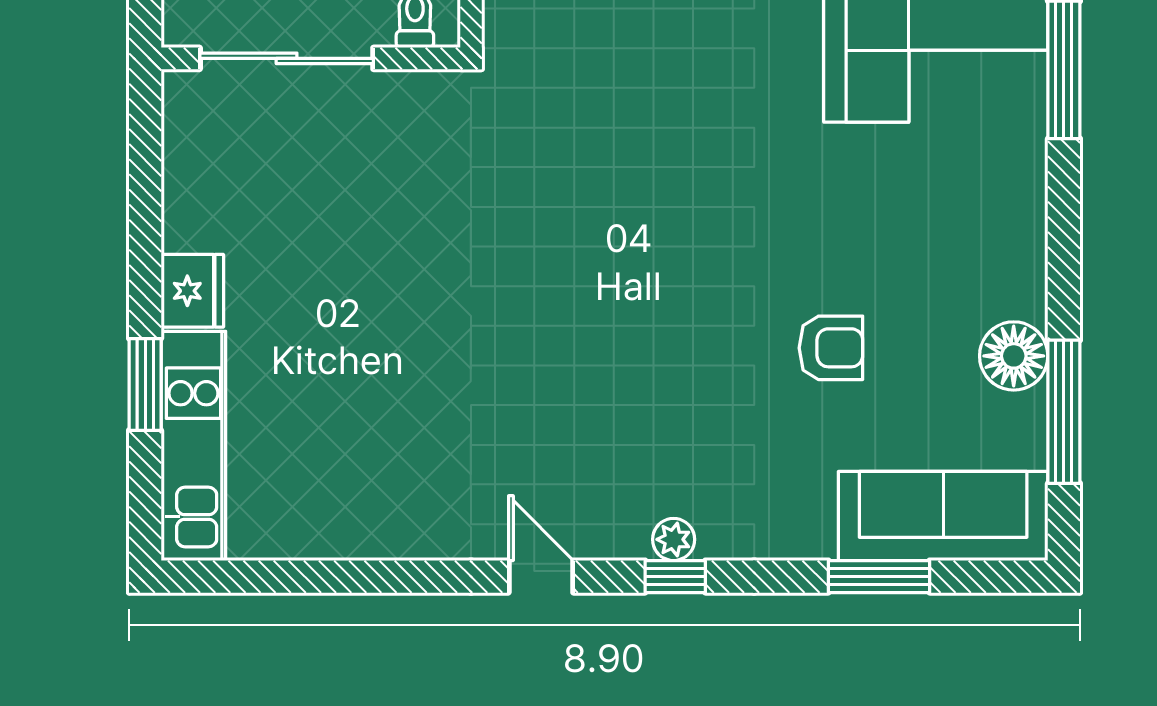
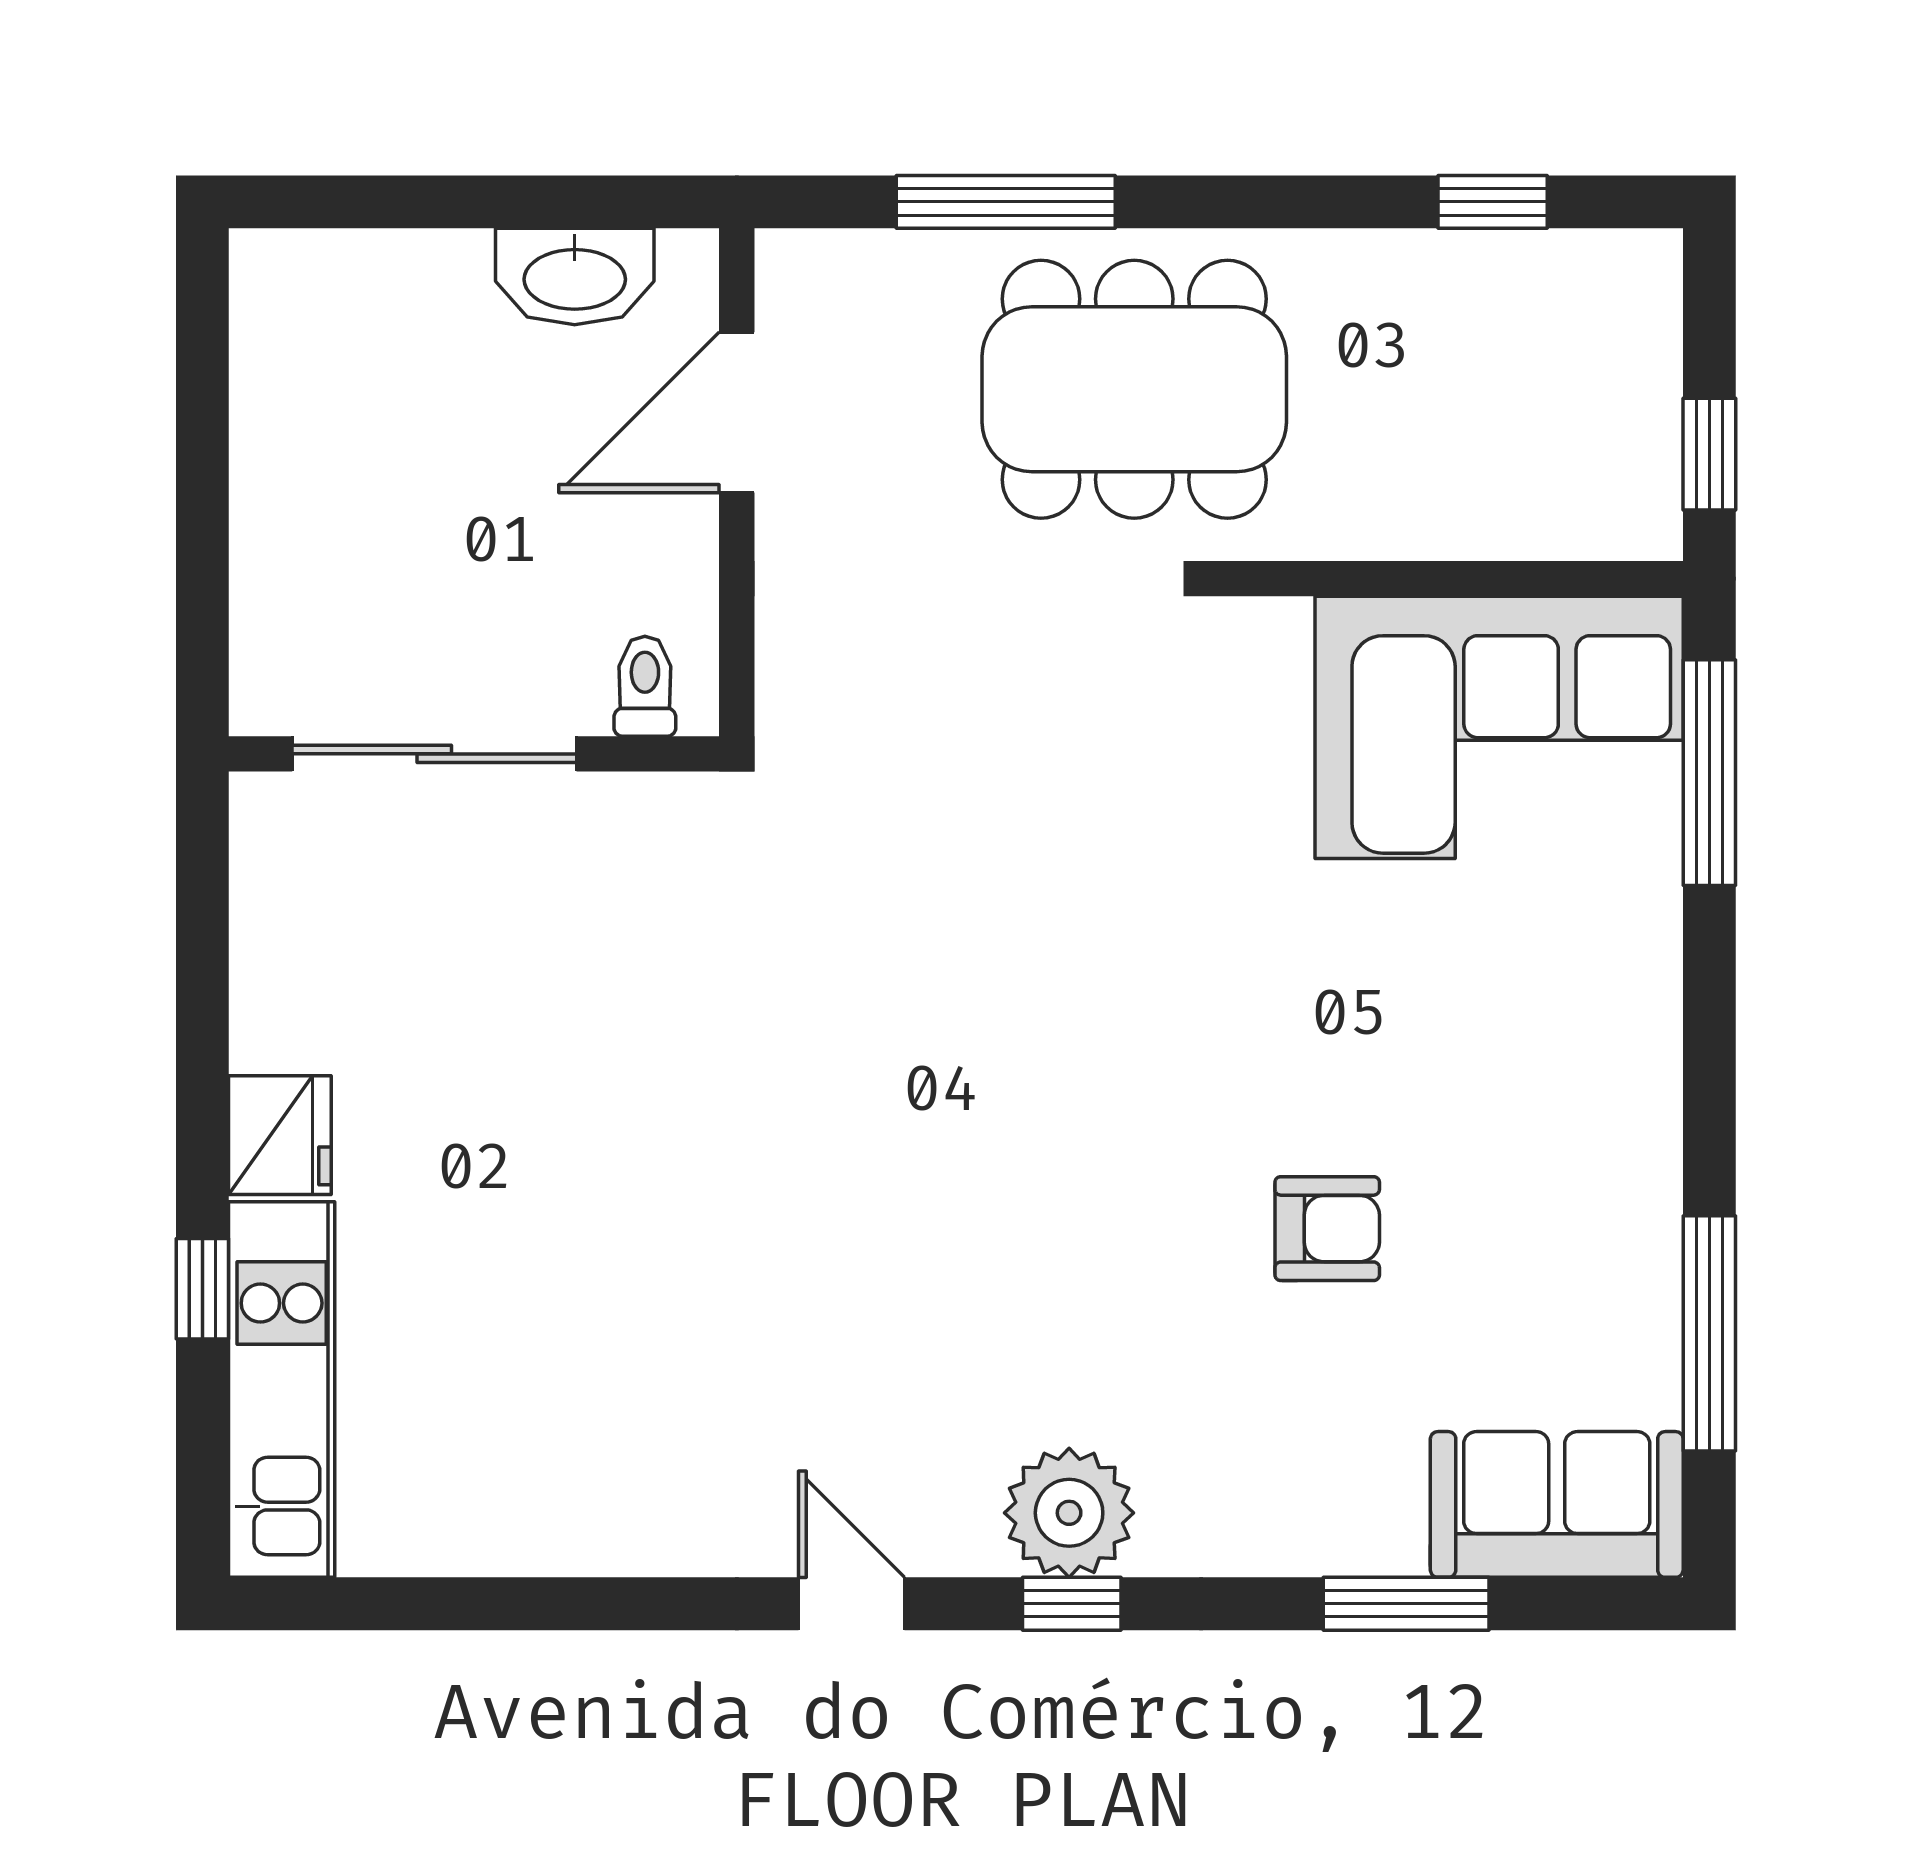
floor lamp: (1014, 356) -> (1627, 1242), removed
window: (145, 384) -> (202, 1289), width x0.67
sofa: (943, 516) -> (1557, 1504), width x0.73
plant: (674, 539) -> (1069, 1513), width x1.87, depth x1.87

